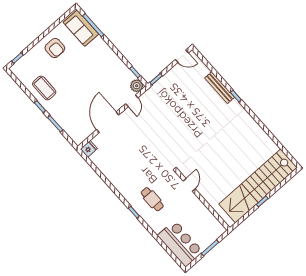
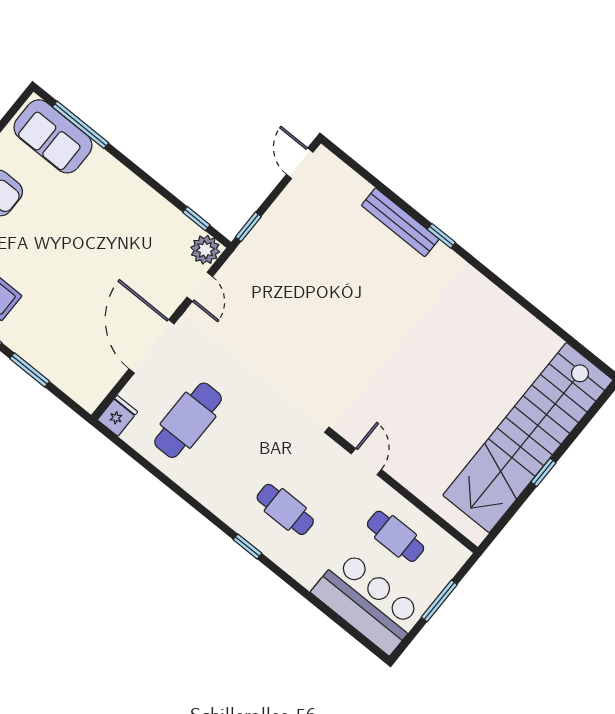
door: (182, 56) -> (300, 163), swing flipped
cafe table: (118, 155) -> (188, 420), added
cafe table: (196, 218) -> (396, 536), added

